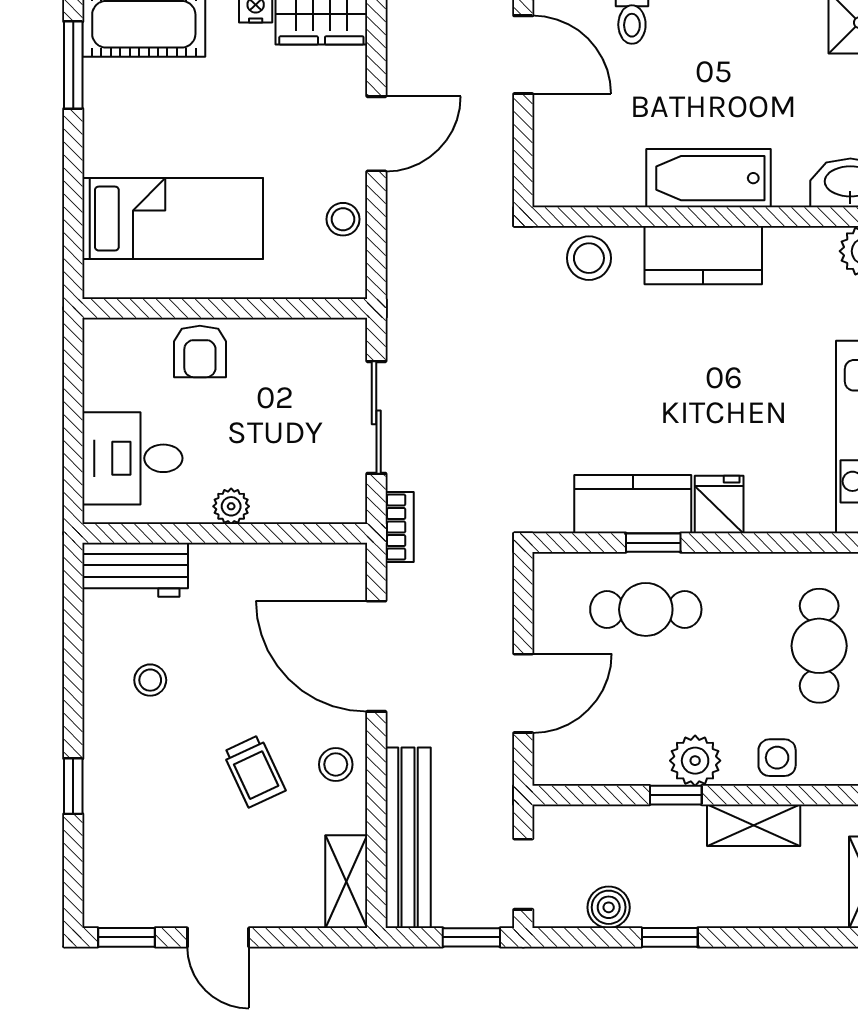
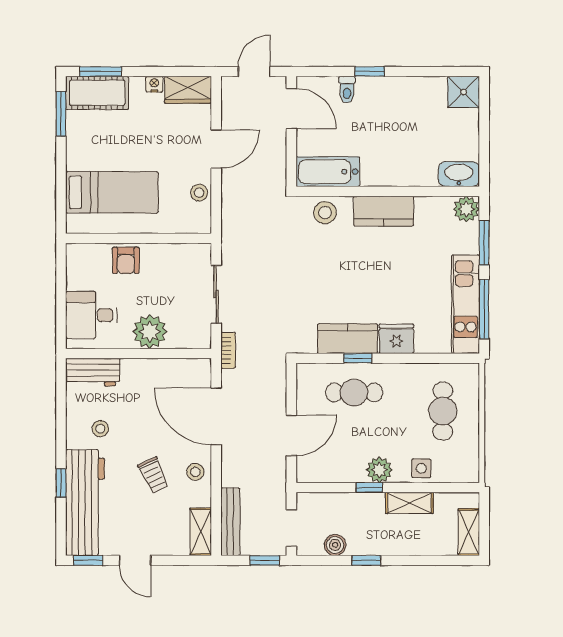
bathtub: (709, 178) -> (328, 172), moved
fridge: (719, 505) -> (396, 339), width x1.38
plant: (231, 506) -> (150, 332), width x1.87, depth x1.87
workbench: (120, 825) -> (85, 503), added
bench: (408, 838) -> (230, 522), width x0.73, depth x0.82

